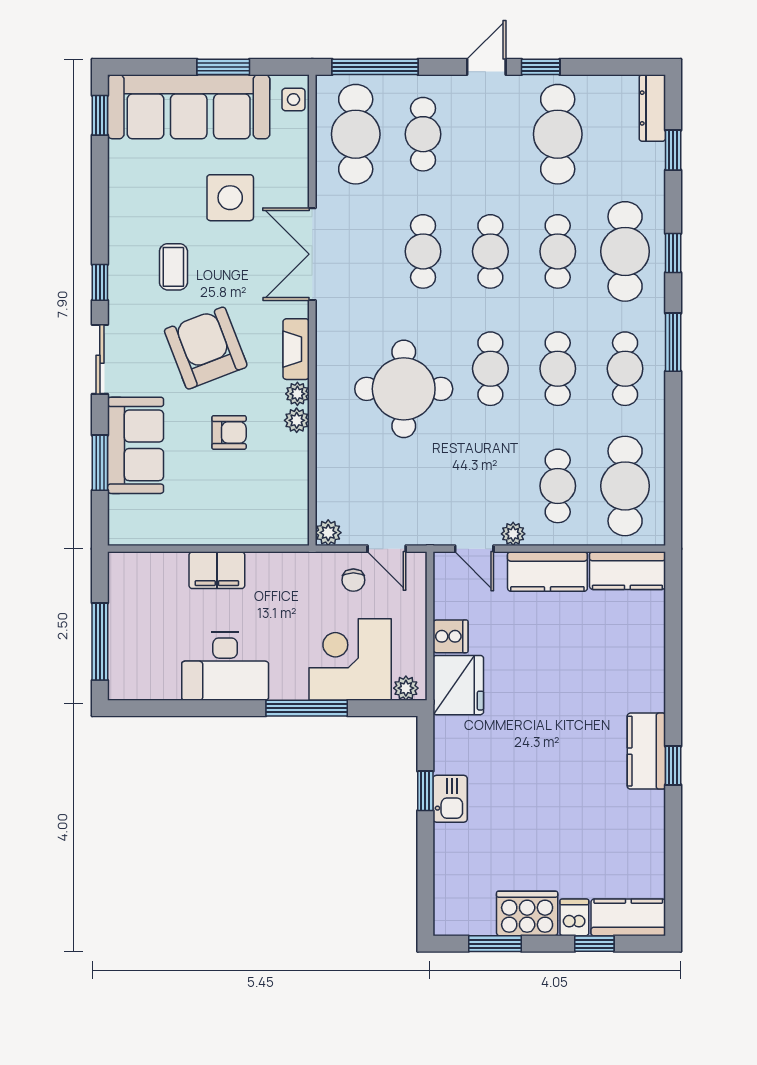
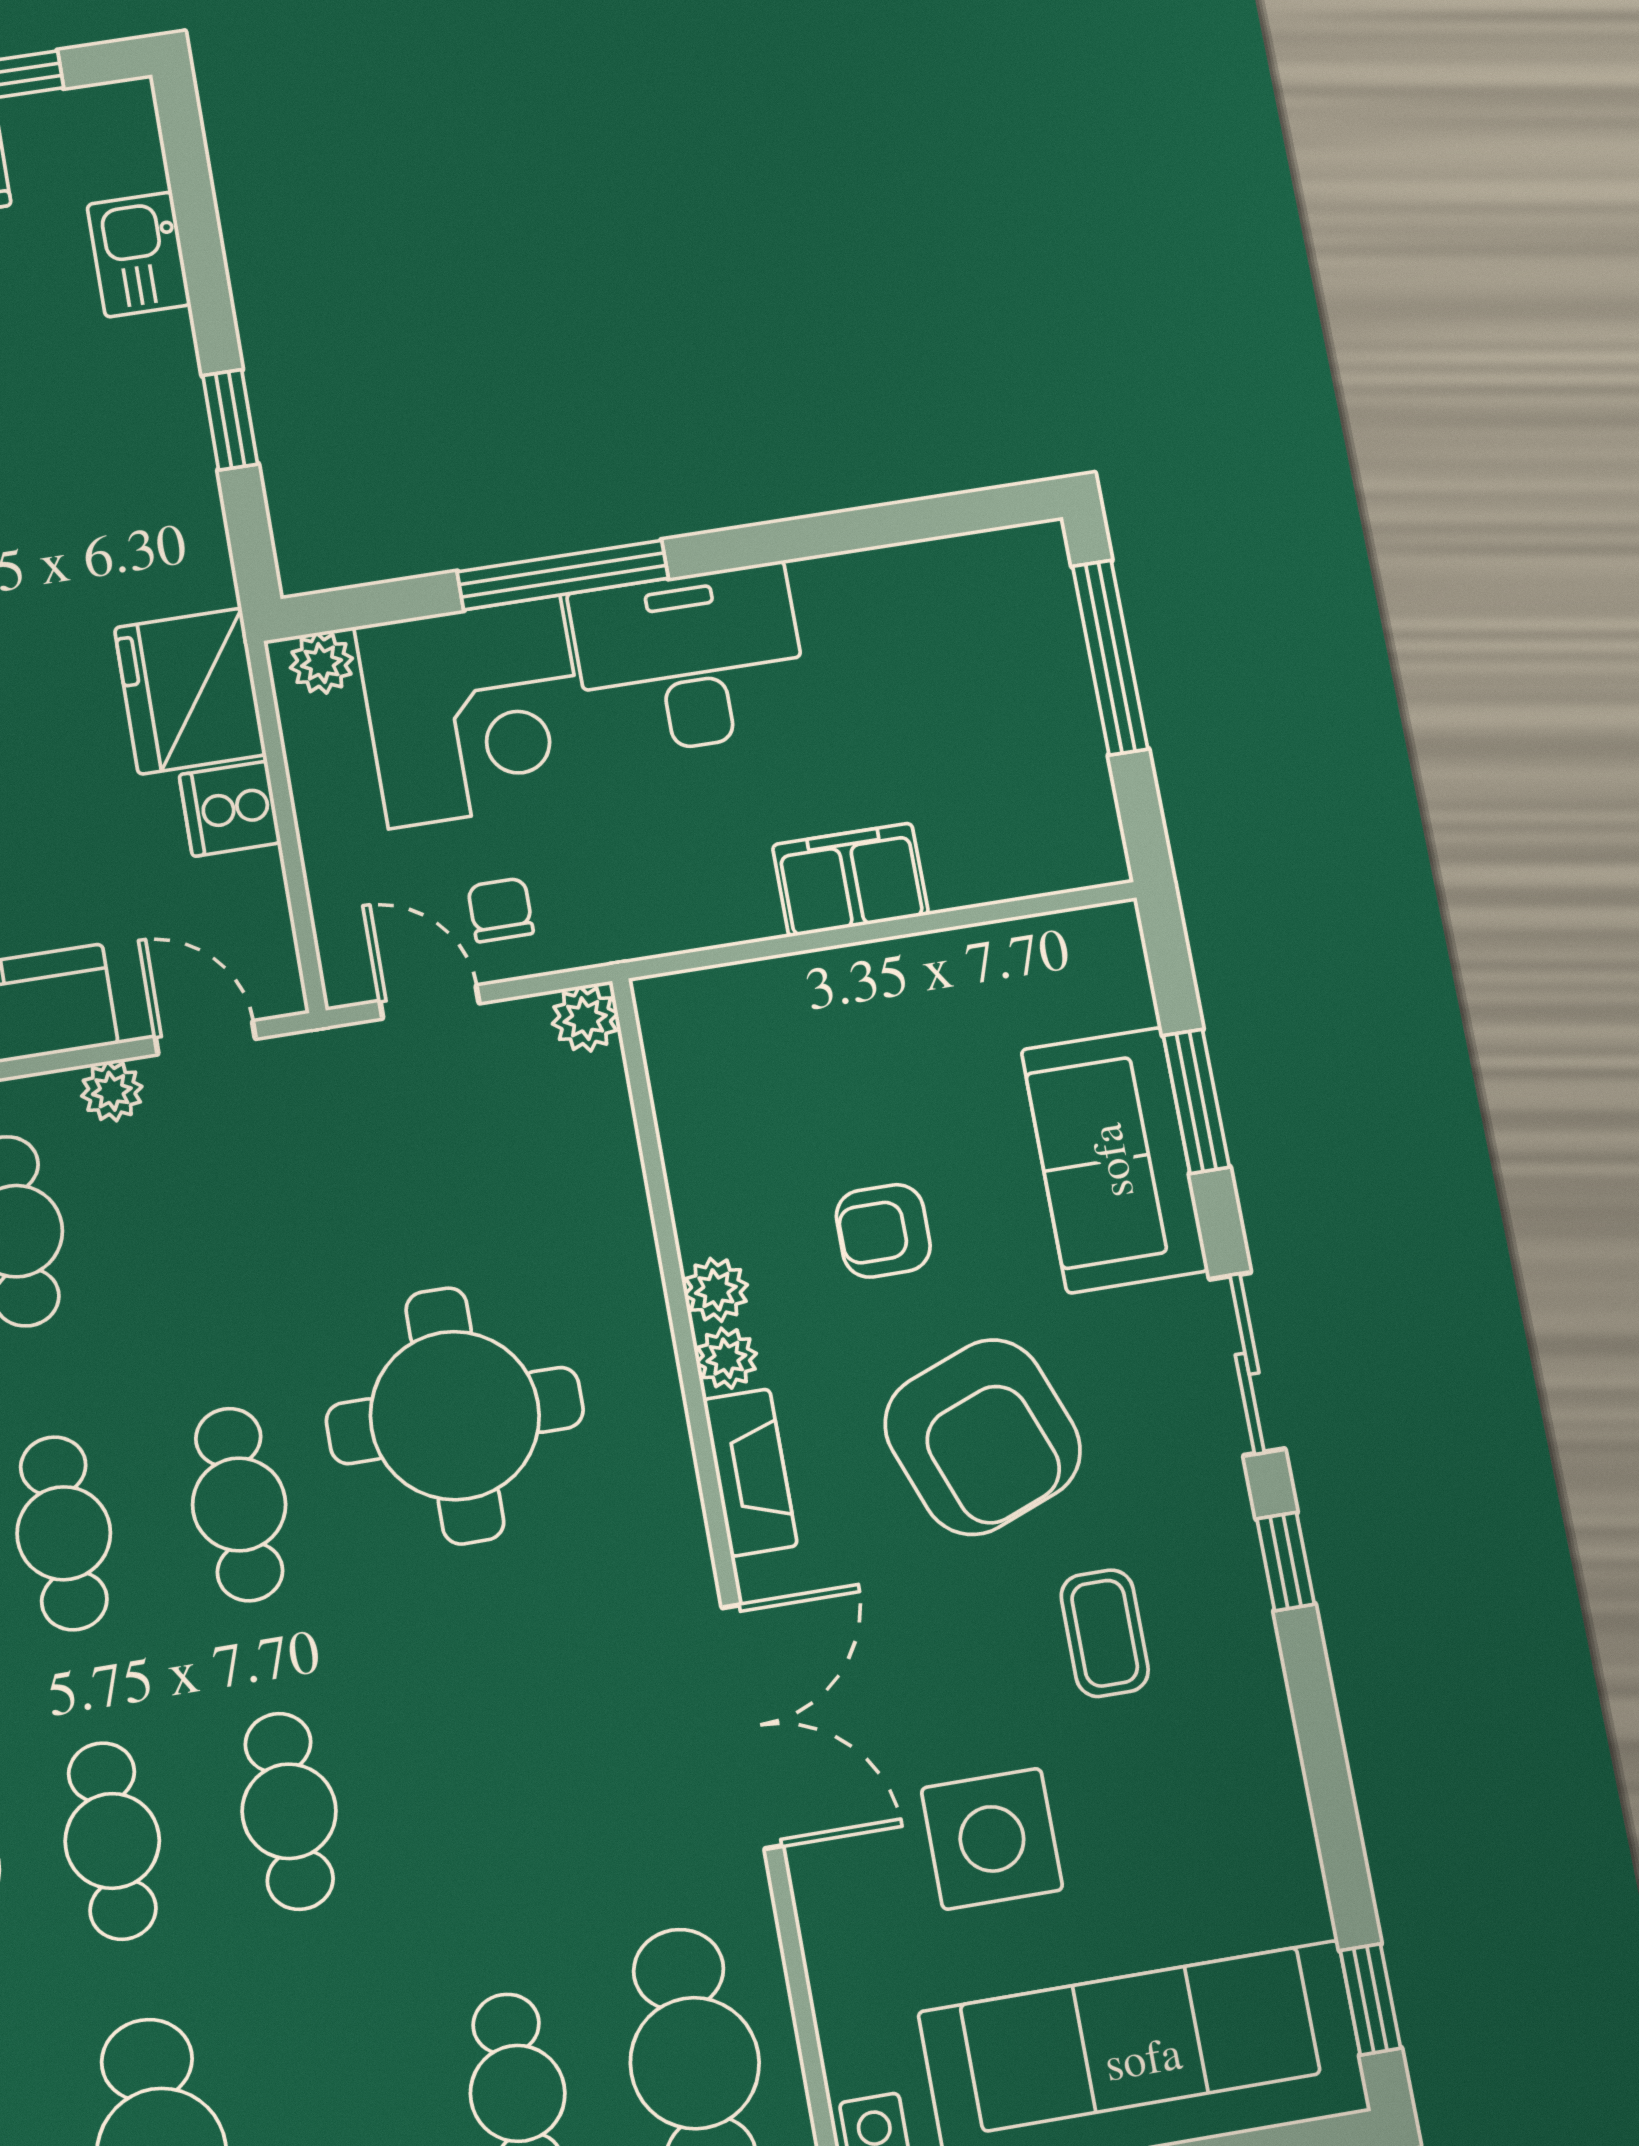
cafe table: (423, 251) -> (465, 1782), removed
desk: (225, 666) -> (690, 660), moved
kitchen sink: (450, 799) -> (139, 255), moved

